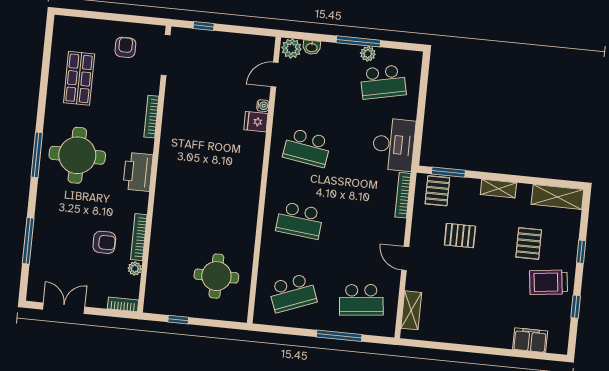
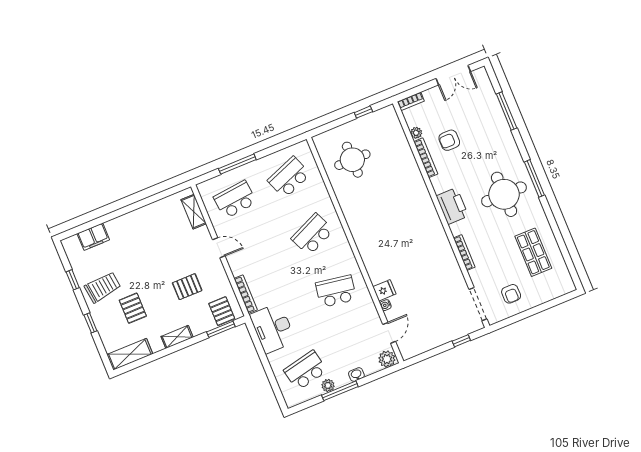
washbasin: (312, 47) -> (356, 375), moved
school desk: (300, 220) -> (312, 234), turned -30

